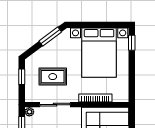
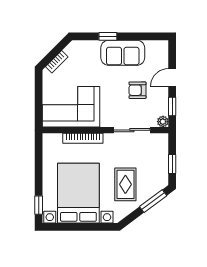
window: (50, 37) -> (153, 201), moved
rug: (53, 77) -> (125, 184), moved, turned 90

